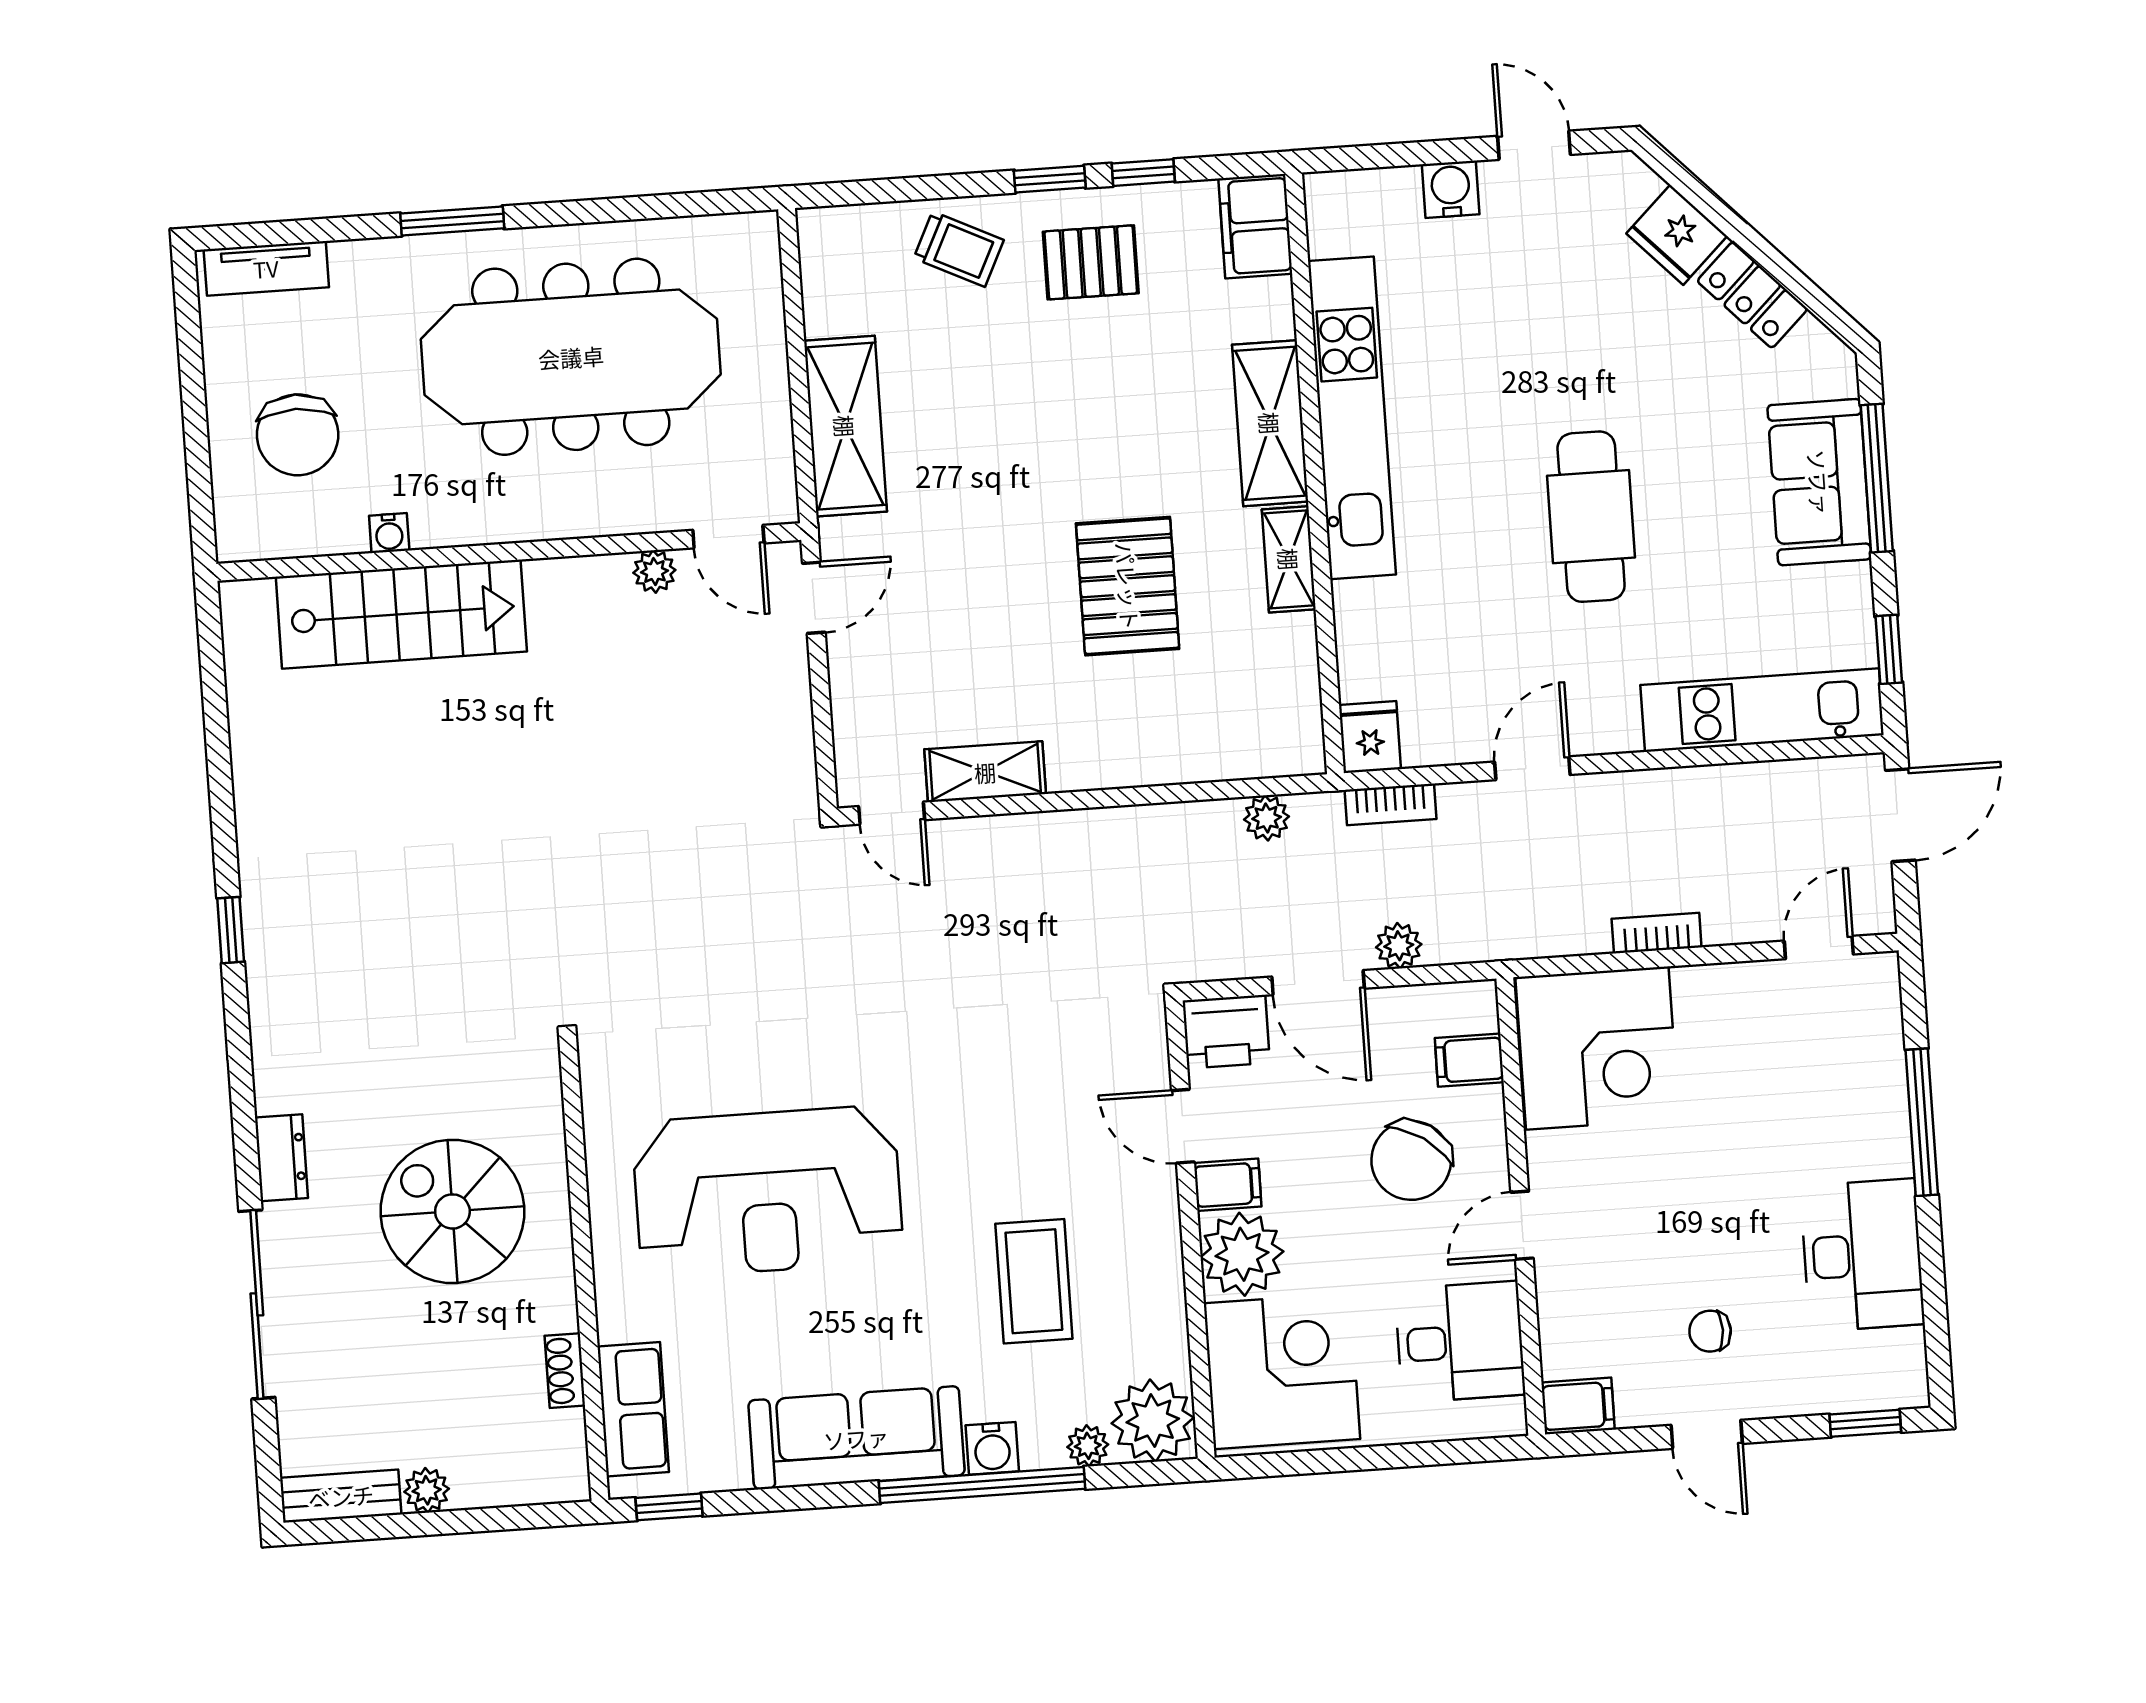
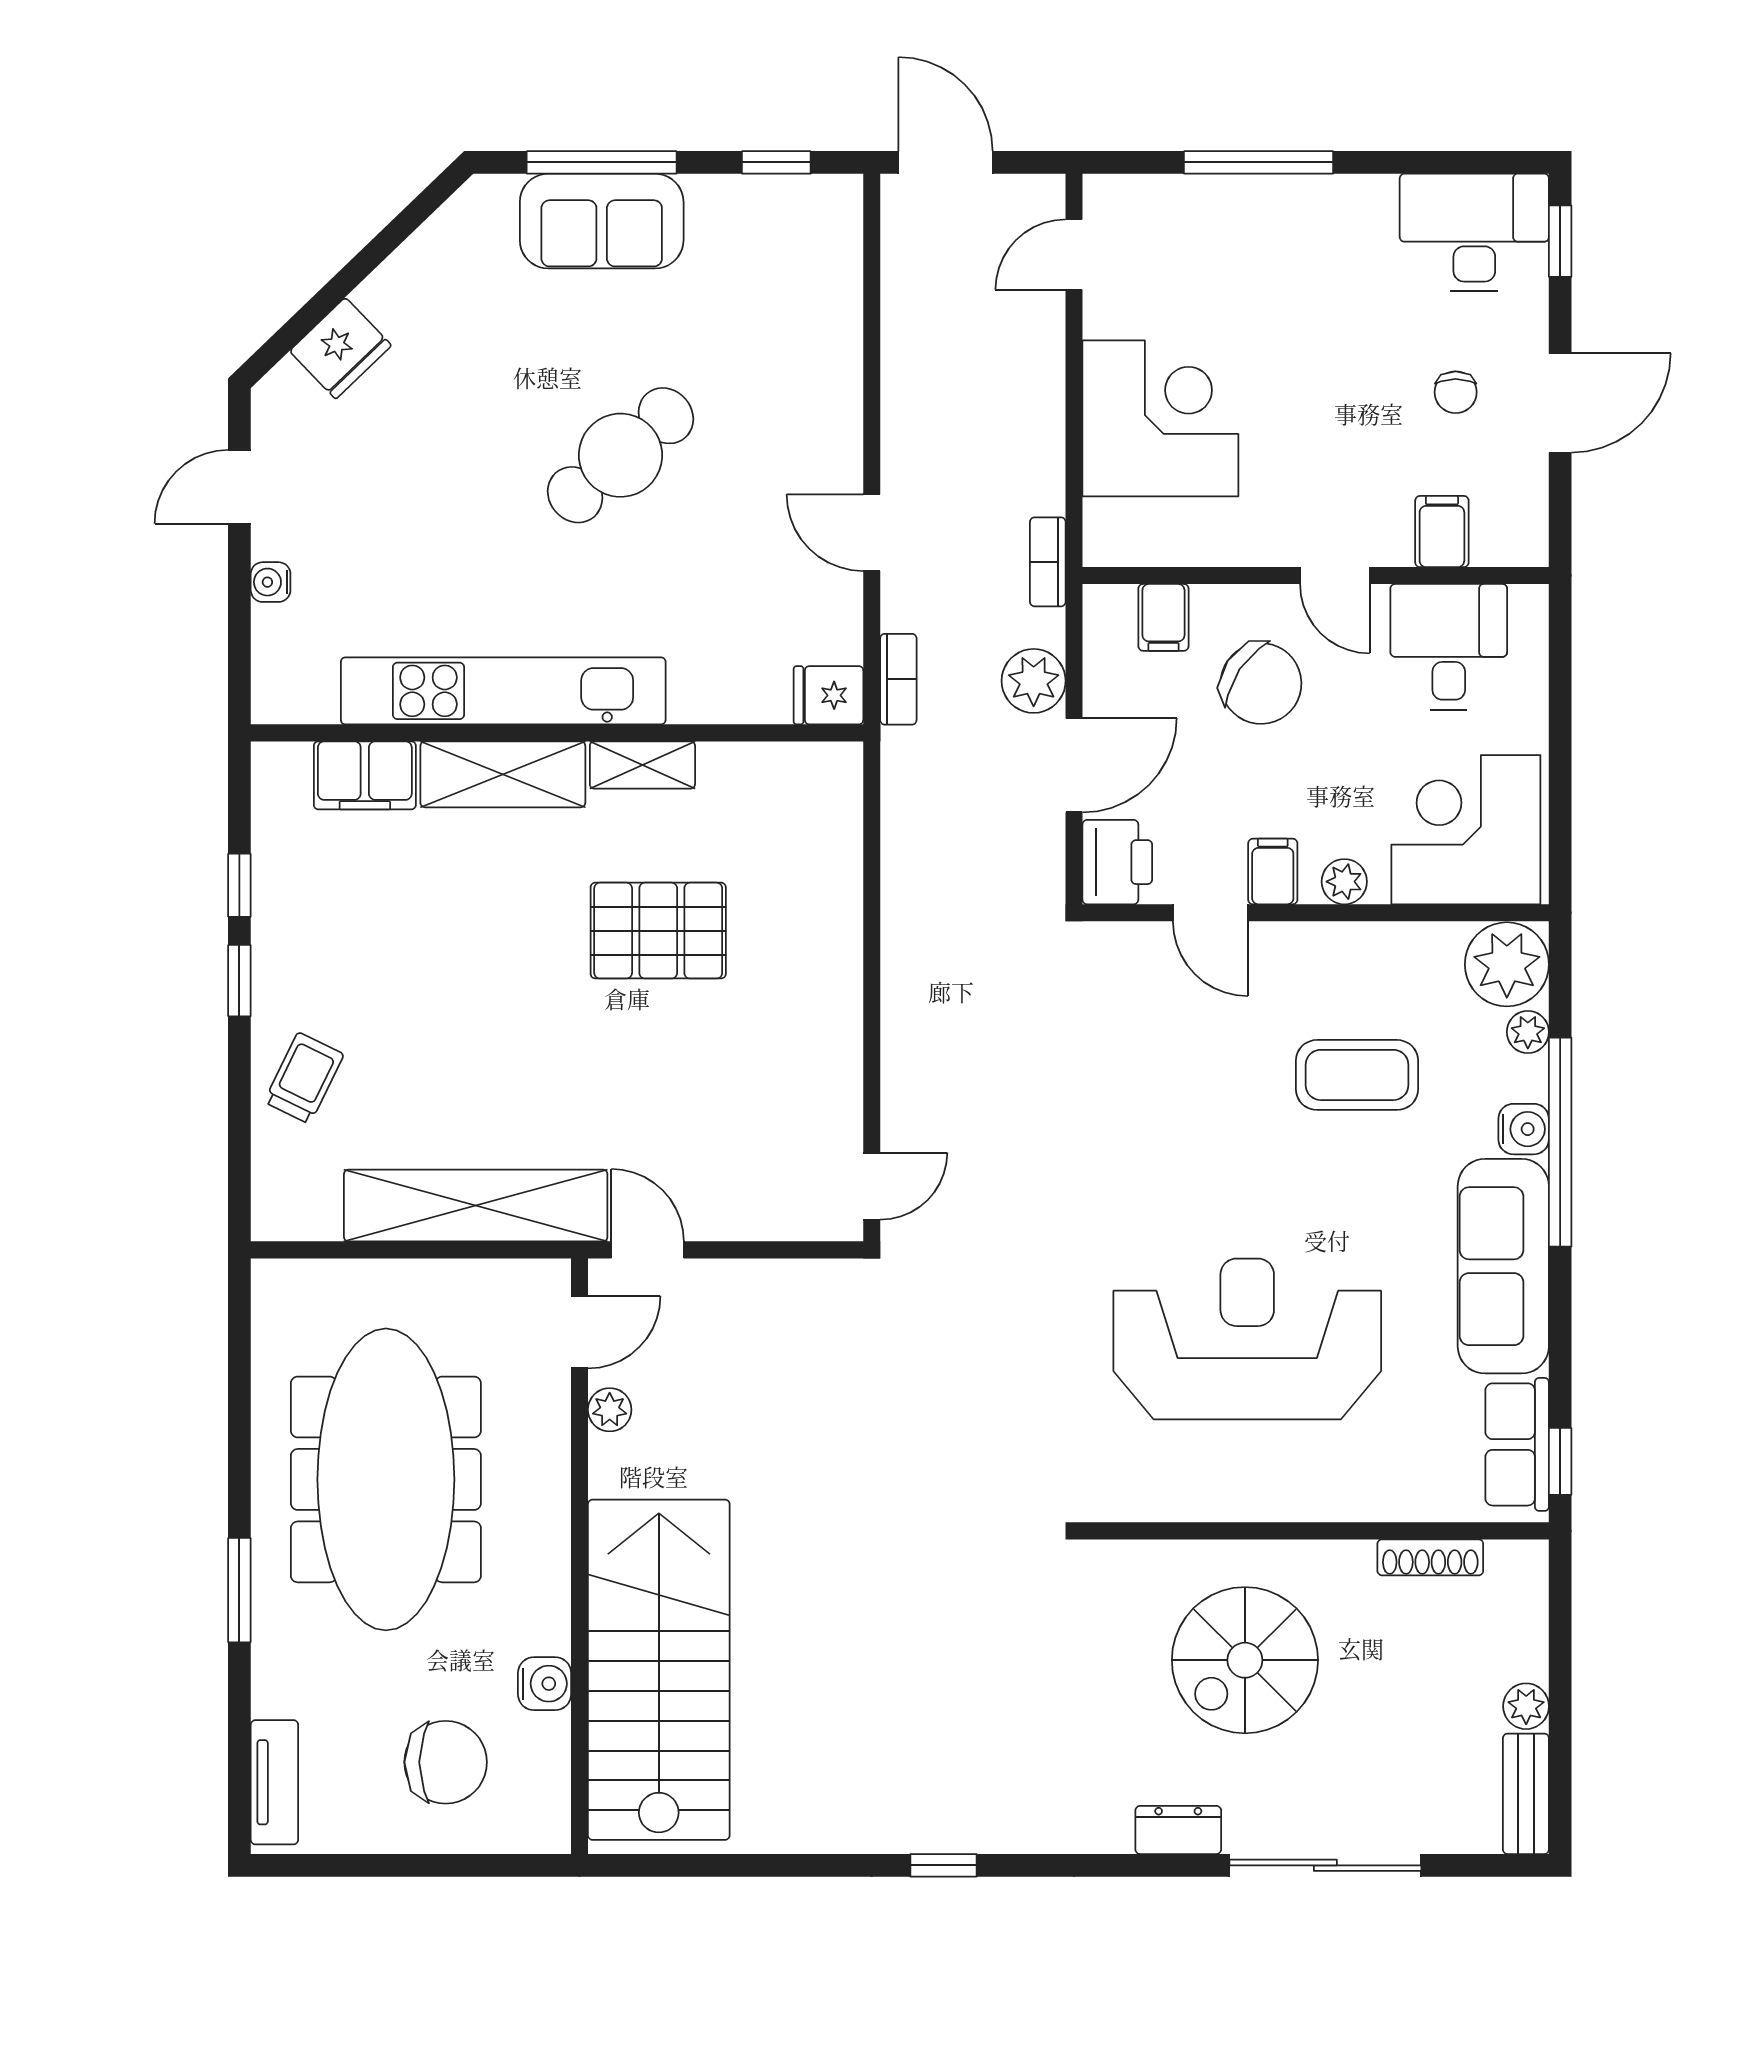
water cooler: (1451, 189) -> (271, 582), width x0.72, depth x0.72
filing cabinet: (1255, 226) -> (365, 775), moved
pallet: (1091, 262) -> (327, 945), removed
locker: (1752, 295) -> (407, 276), removed
shelving: (845, 426) -> (476, 1206), width x1.47
cafe table: (1591, 517) -> (620, 455), turned -41
water cooler: (389, 533) -> (545, 1684), width x1.38, depth x1.38
stairs: (401, 614) -> (659, 1670), width x1.36, depth x1.51
kitchen unit: (1762, 710) -> (829, 295), removed
shelving: (985, 772) -> (836, 1088), removed
plant: (1267, 818) -> (903, 806), removed
bookcase: (1657, 933) -> (1048, 562), moved
plant: (1399, 946) -> (1034, 681), width x1.38, depth x1.38
door: (1819, 948) -> (1074, 255), hinge flipped
corner desk: (1597, 1048) -> (1160, 418), moved
door: (1183, 1126) -> (1210, 913), hinge flipped
reception desk: (768, 1192) -> (1247, 1339), turned -90
plant: (1242, 1254) -> (1344, 882), width x0.53, depth x0.53
desk: (1862, 1255) -> (1474, 232), moved
shoe rack: (565, 1371) -> (1430, 1557), width x1.43
filing cabinet: (1578, 1406) -> (1442, 532), moved
row of seats: (633, 1409) -> (1517, 1444), moved, turned -90
door: (1707, 1434) -> (1560, 403), width x1.38

